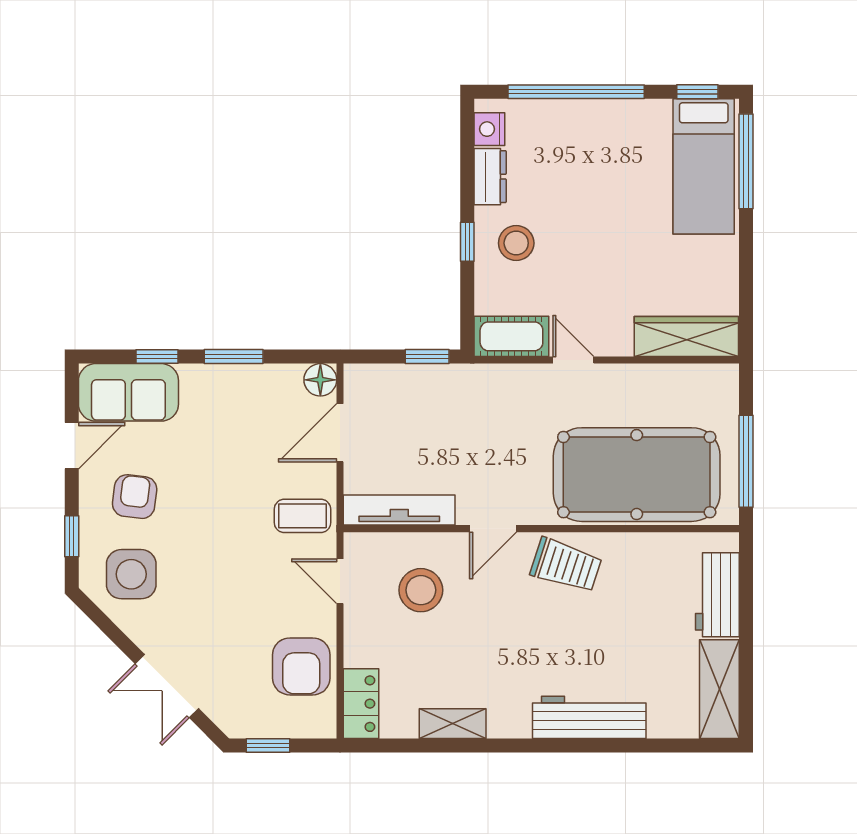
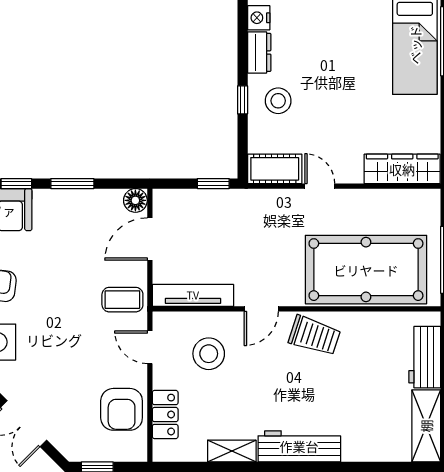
locker: (361, 704) -> (165, 415), moved
workbench: (589, 717) -> (299, 446), moved

